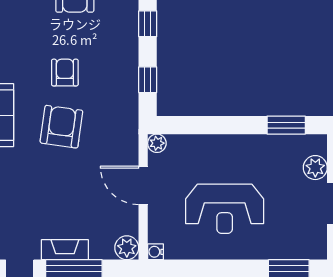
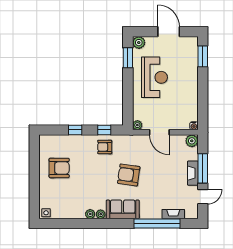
armchair: (65, 73) -> (105, 147), moved
plant: (315, 168) -> (139, 43), moved
door: (143, 185) -> (159, 132), hinge flipped
reception desk: (225, 209) -> (155, 77), moved

